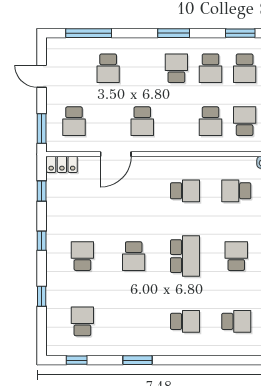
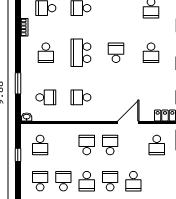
school desk: (108, 68) -> (133, 181), turned 180
school desk: (142, 68) -> (110, 181), added
school desk: (74, 121) -> (157, 145), turned 180
school desk: (211, 121) -> (87, 145), moved

